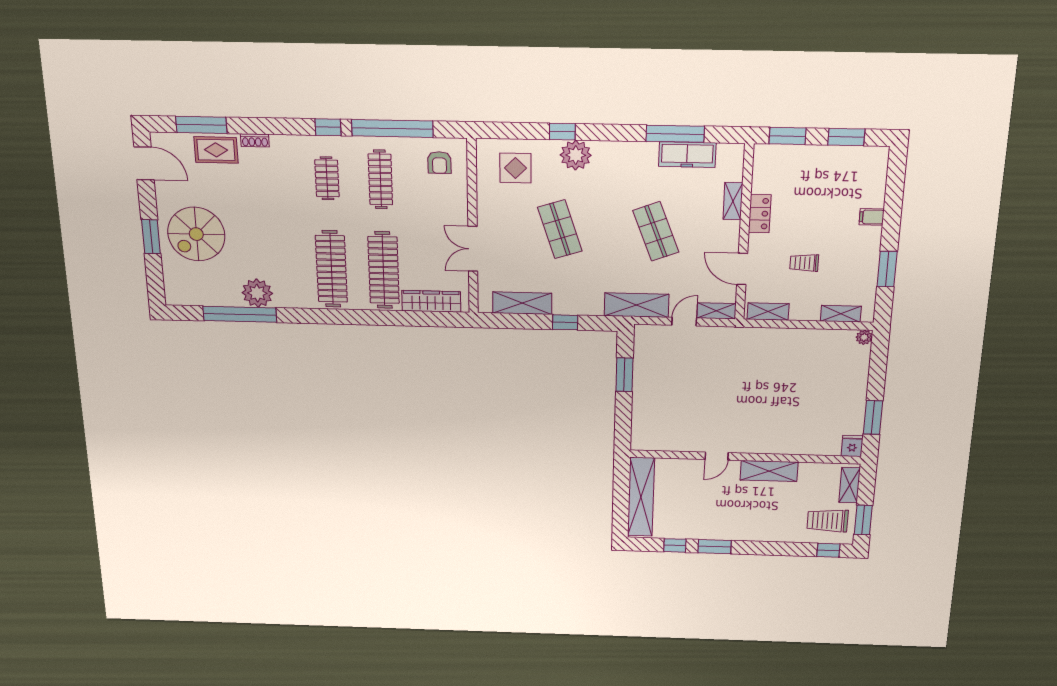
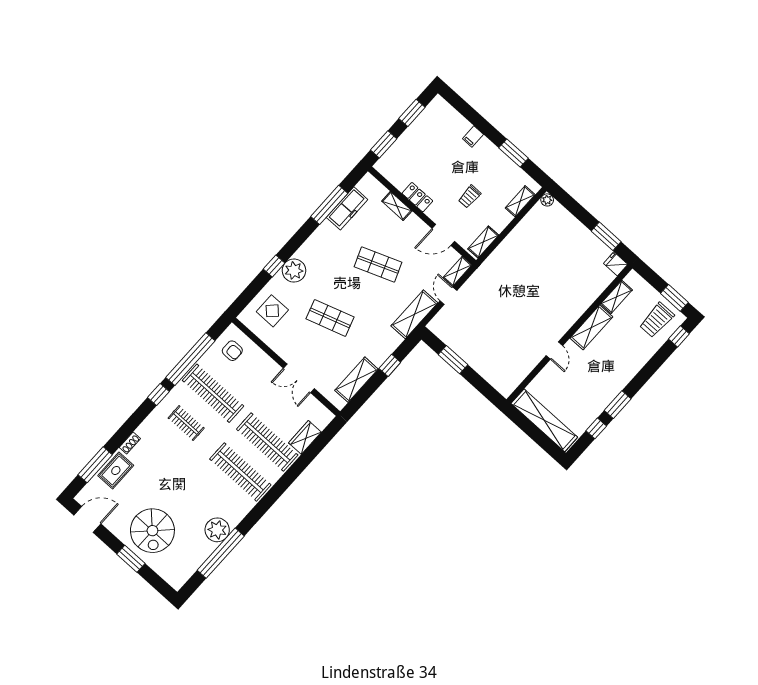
clothes rail: (380, 179) -> (213, 393), width x1.37, depth x1.31
wardrobe: (431, 301) -> (305, 437), width x0.67
shelving: (850, 485) -> (616, 297), moved, turned 90

